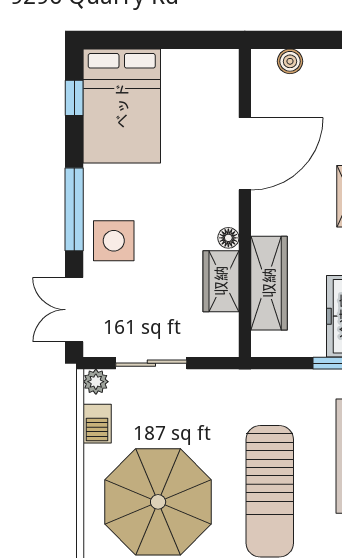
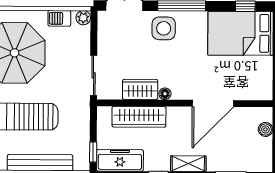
door: (245, 154) -> (213, 103), hinge flipped
sliding door: (151, 363) -> (94, 75), moved

